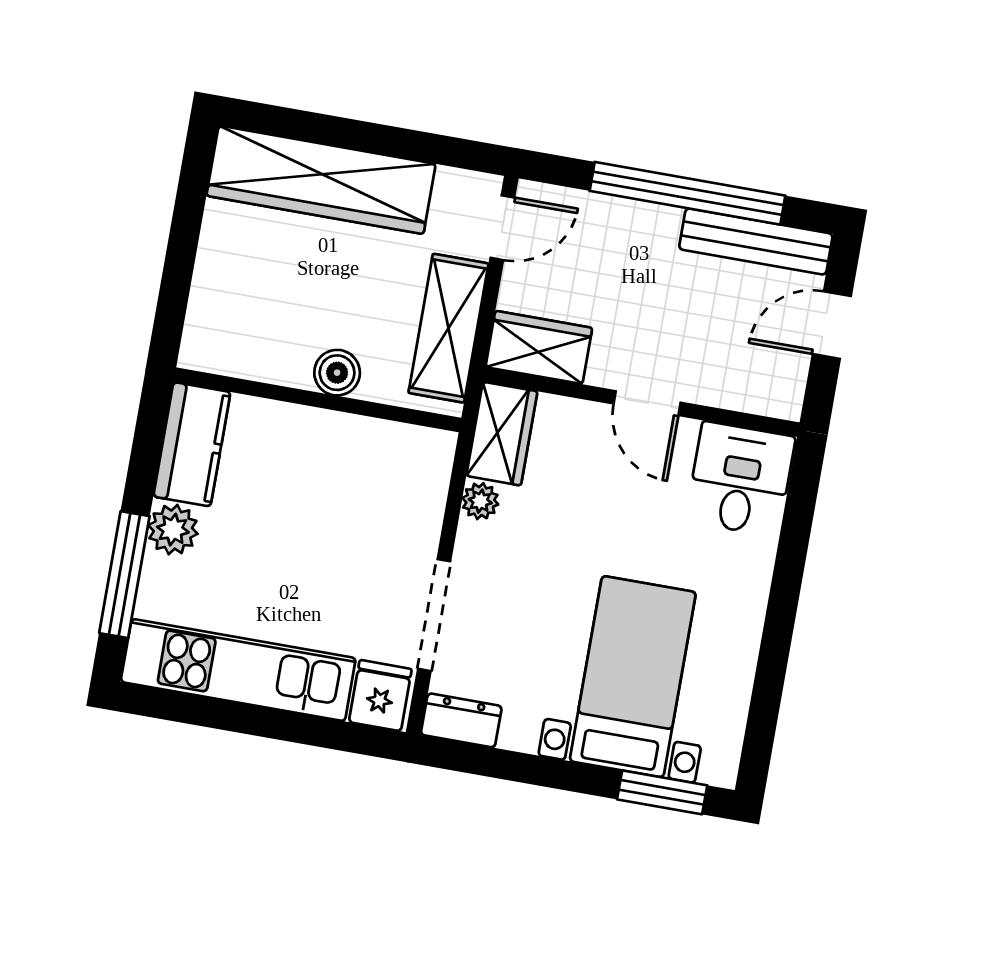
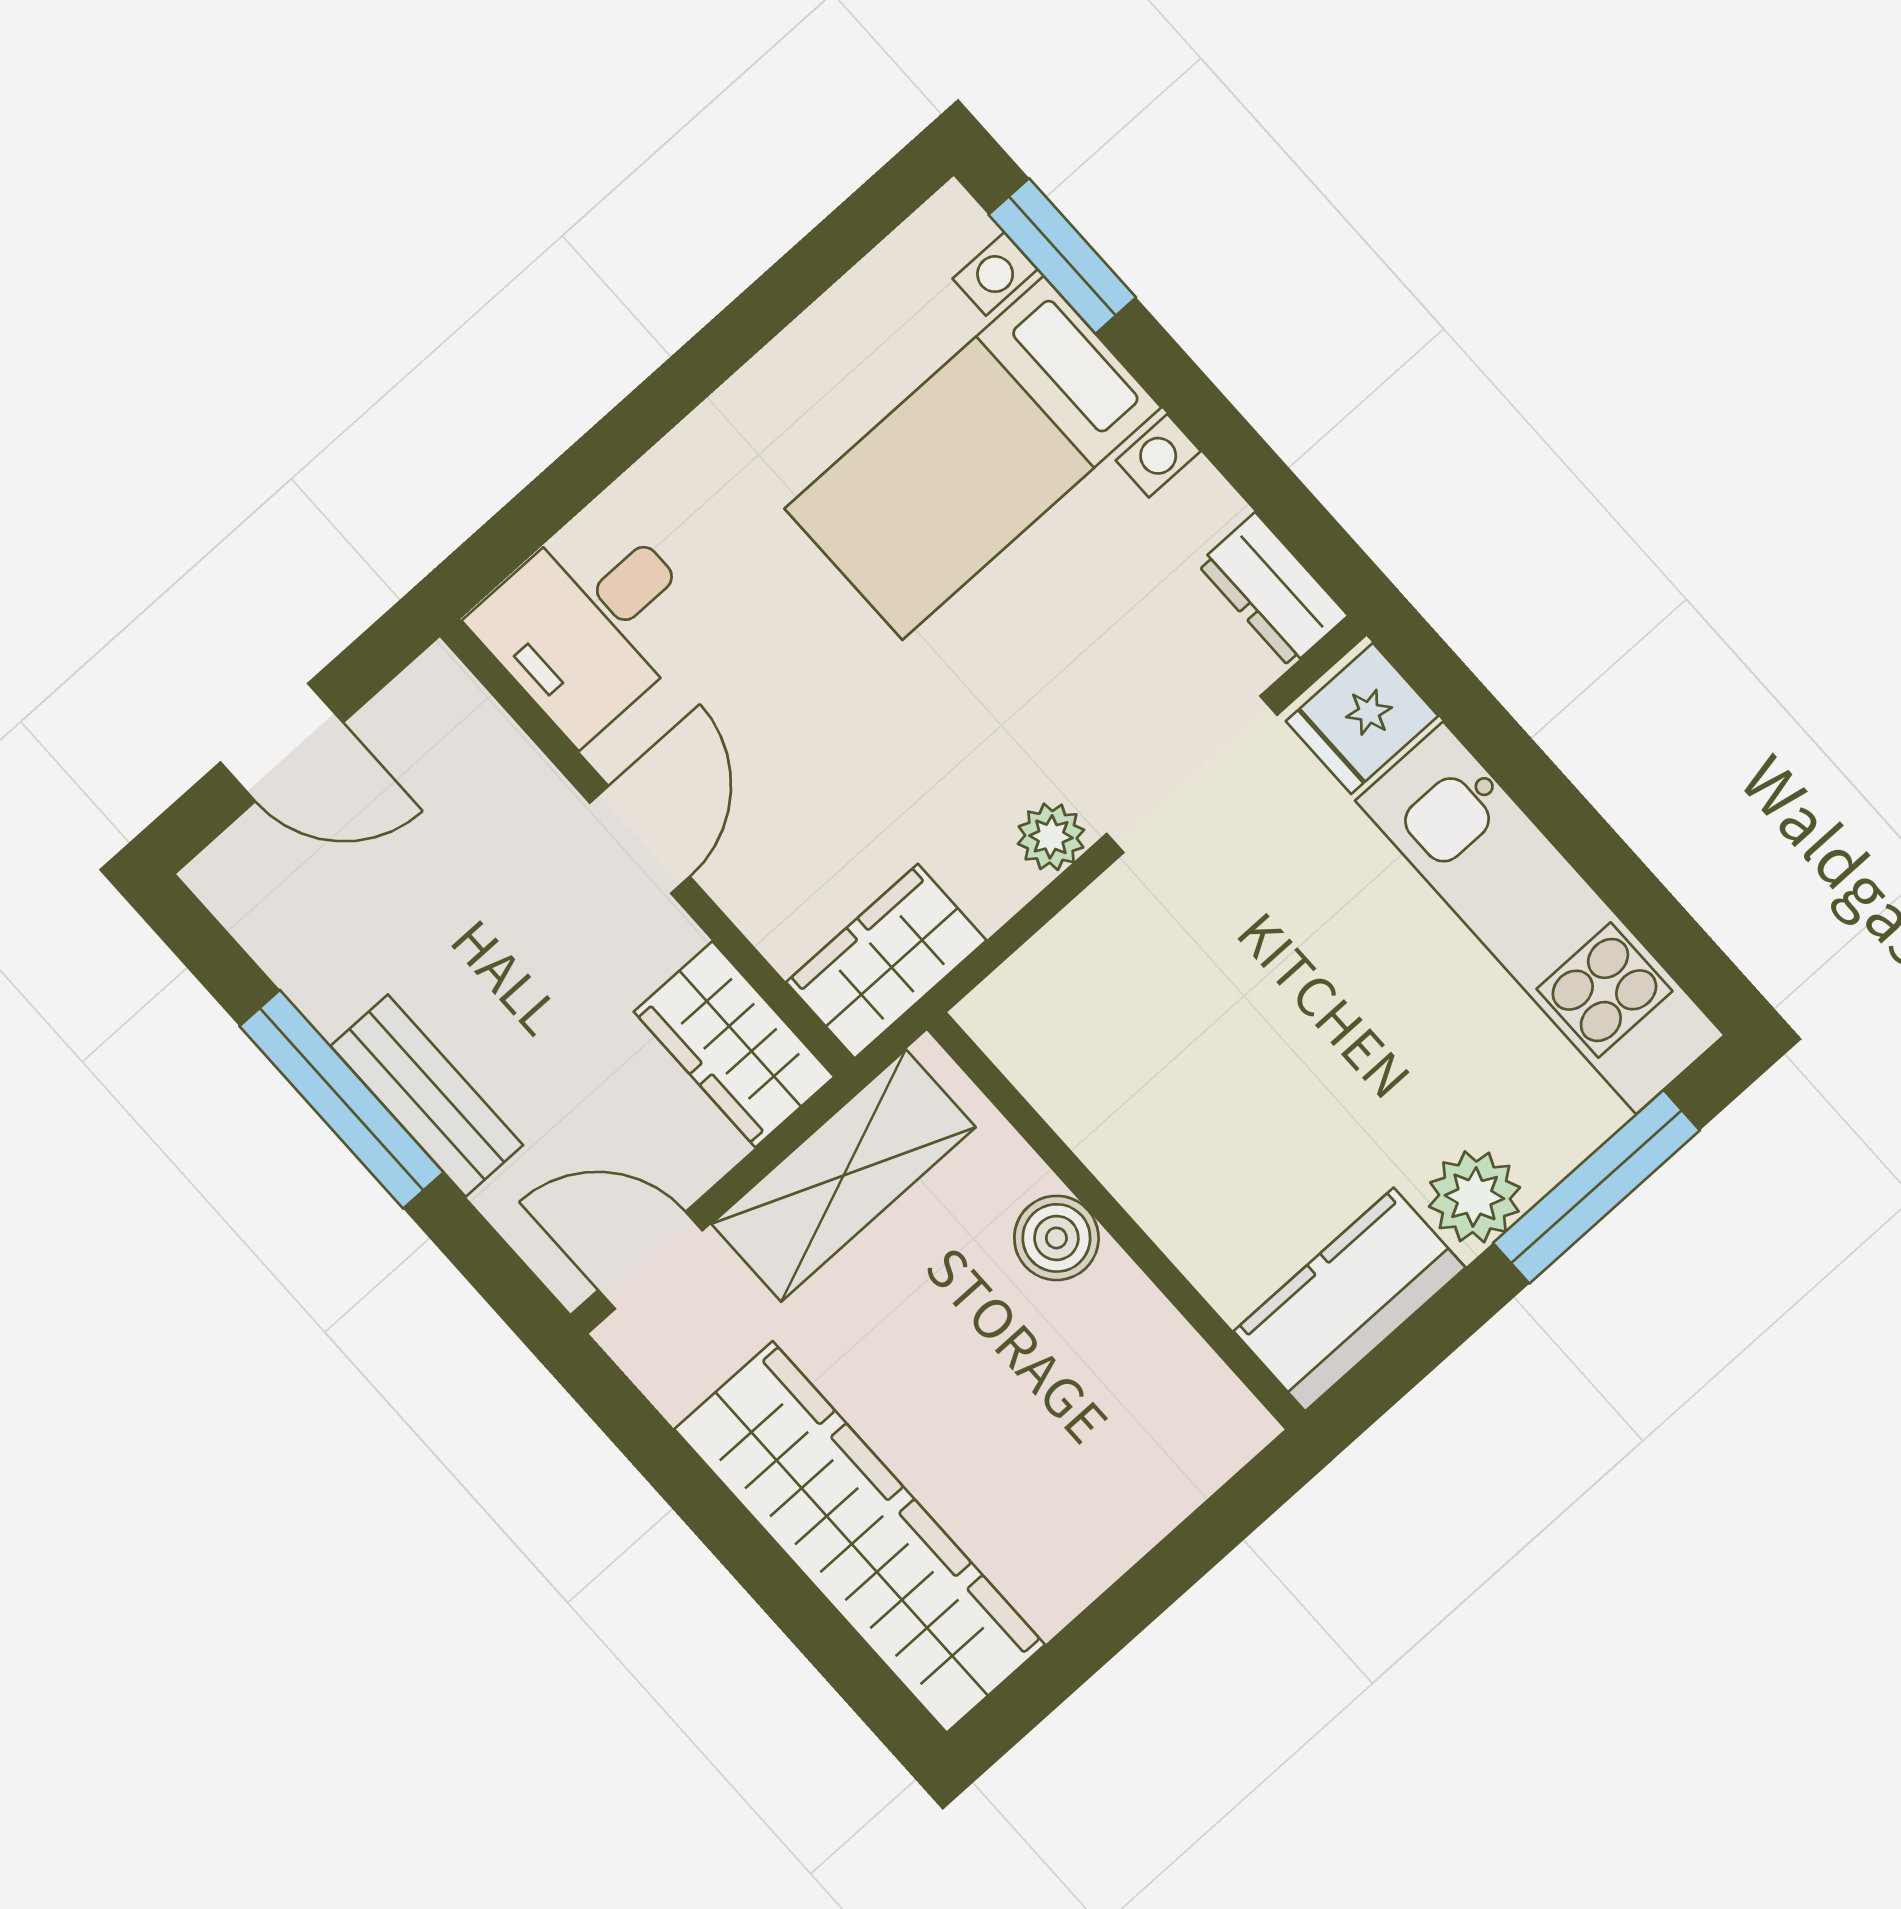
window: (687, 193) -> (341, 1099), width x0.68
bench: (756, 241) -> (427, 1096), moved, width x0.73
plant: (480, 501) -> (1051, 837), moved

